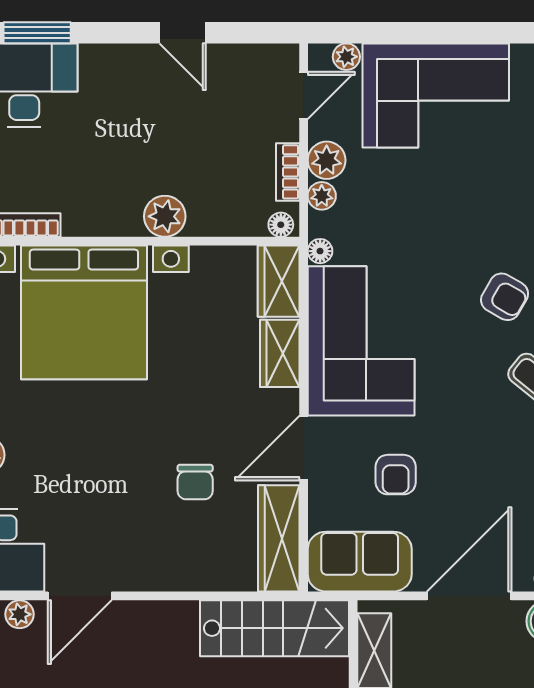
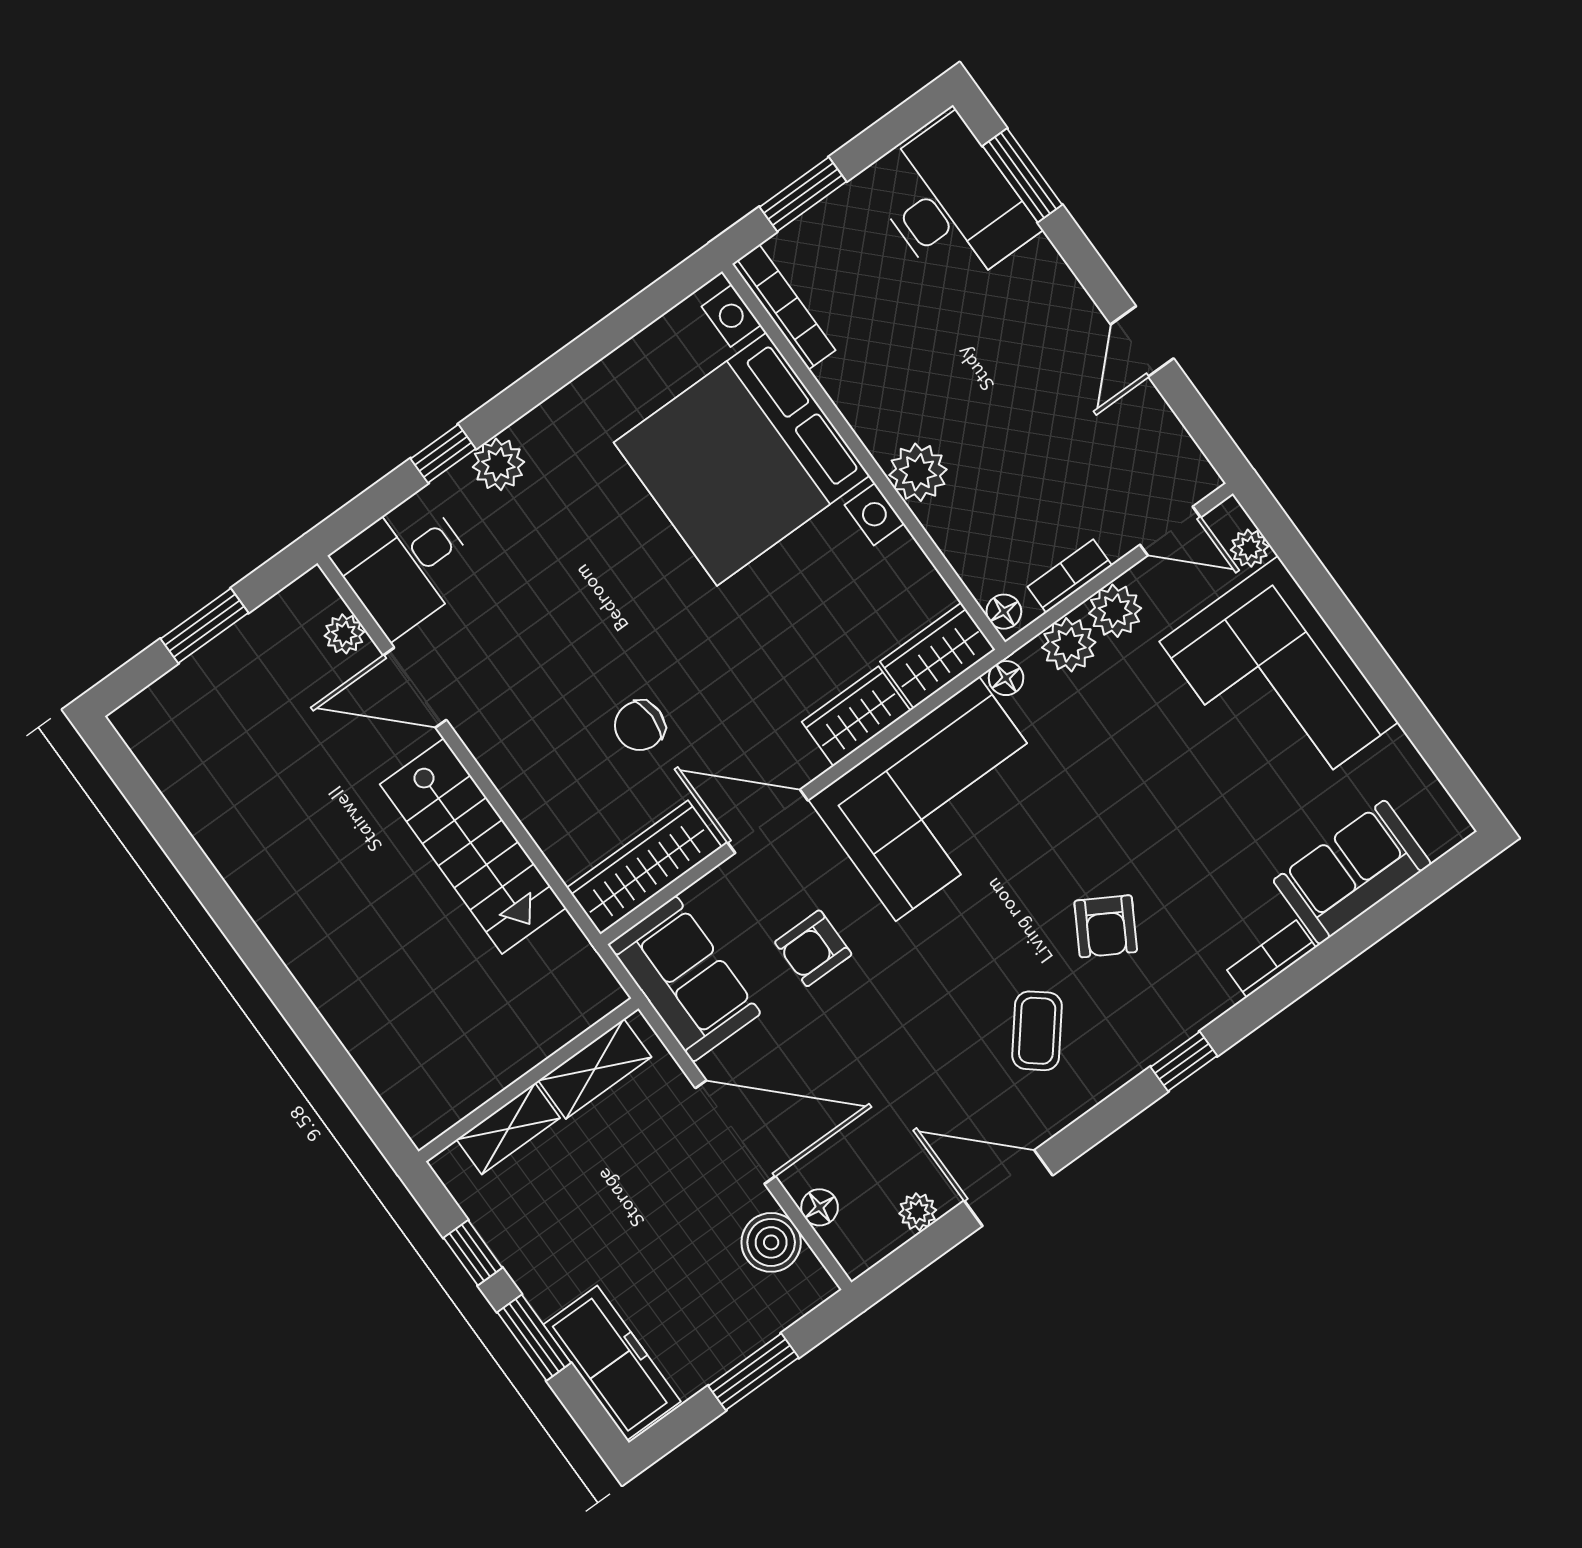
plant: (322, 196) -> (1069, 645), width x1.38, depth x1.38
stairs: (275, 628) -> (473, 846), moved

